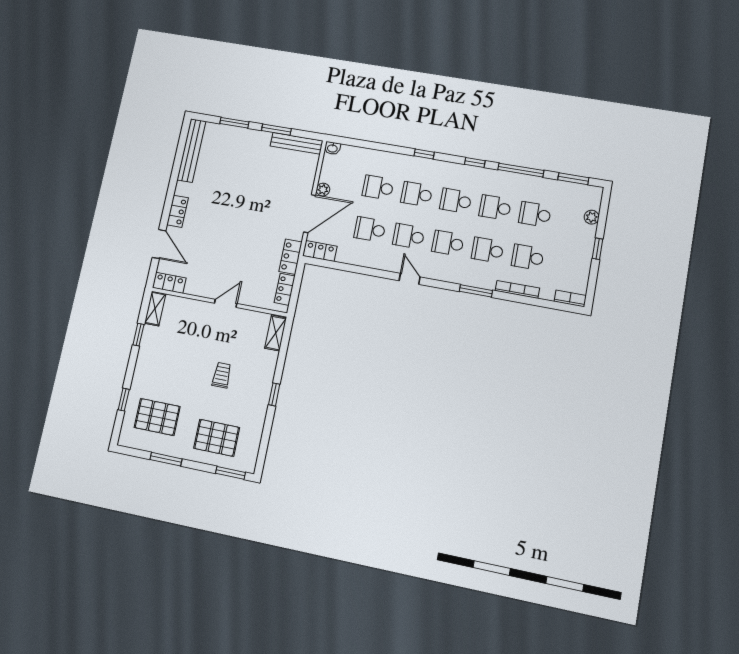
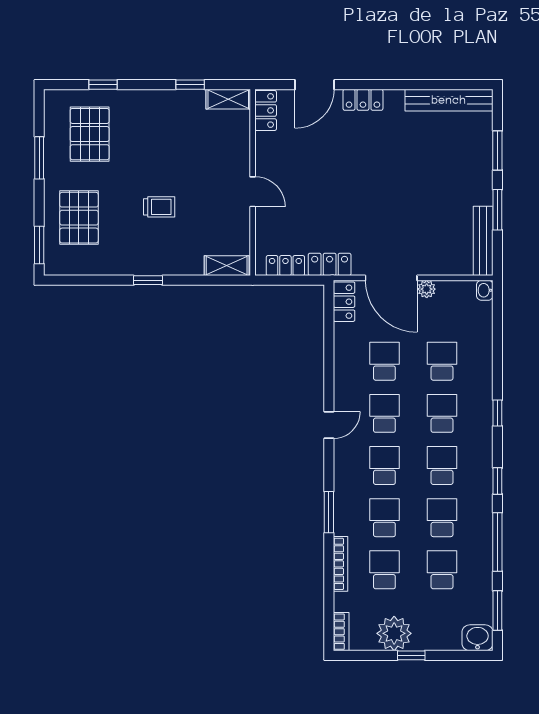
washbasin: (592, 197) -> (478, 638), added
plant: (592, 217) -> (394, 633), moved, width x1.88, depth x1.88

